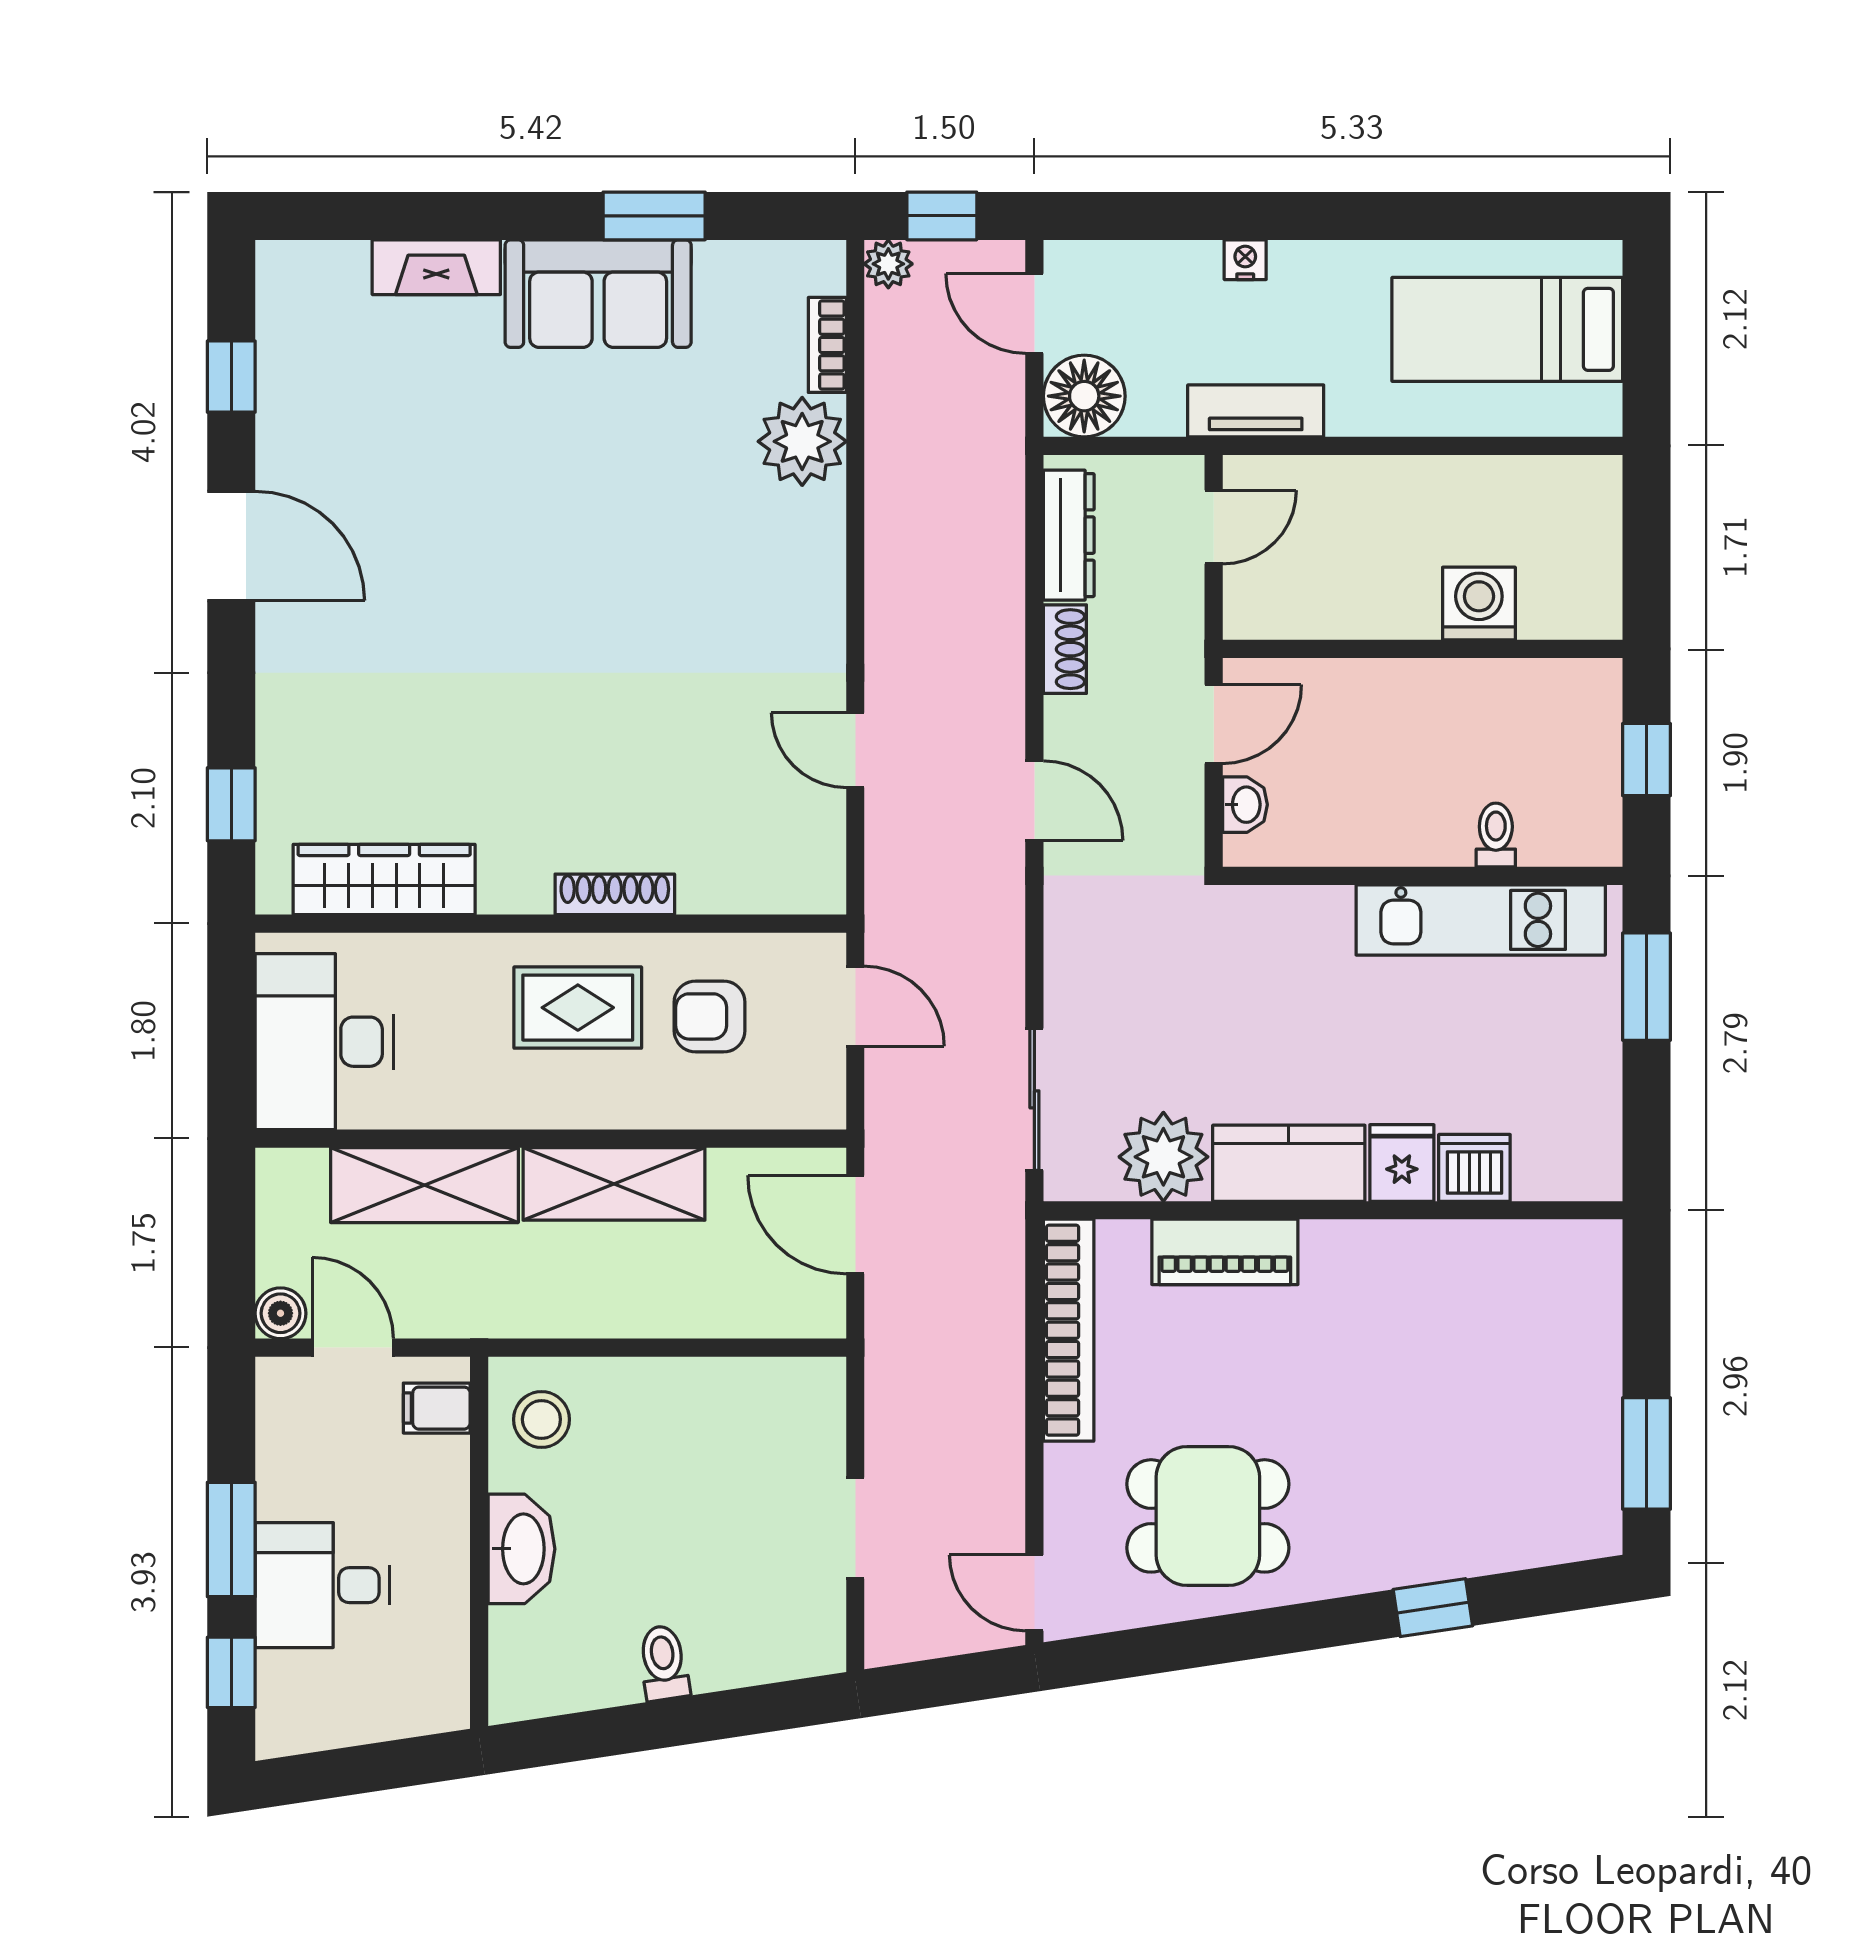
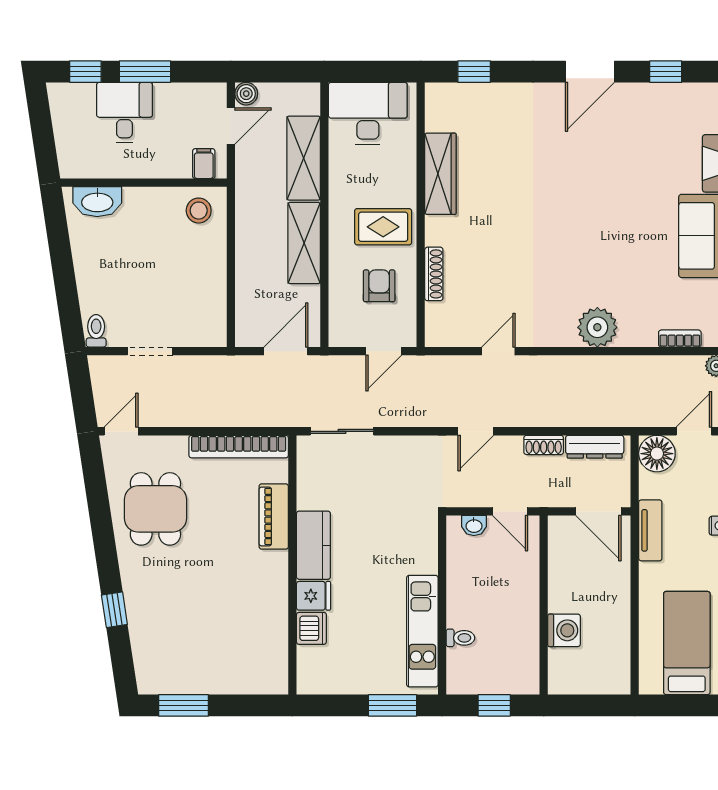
plant: (802, 441) -> (597, 327), moved
door: (1214, 527) -> (598, 511), width x1.38
wardrobe: (384, 879) -> (440, 174), moved
shoe rack: (615, 894) -> (434, 274), moved
rug: (578, 1008) -> (383, 227), turned 90
plant: (1163, 1157) -> (316, 489), removed
washbasin: (521, 1549) -> (97, 202), moved
toilet: (664, 1663) -> (96, 331), moved, turned -81

